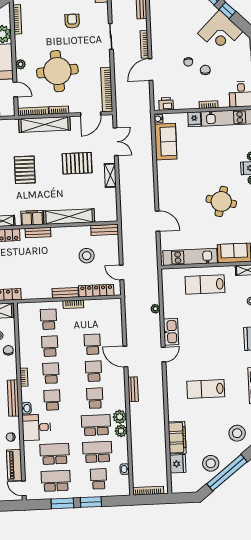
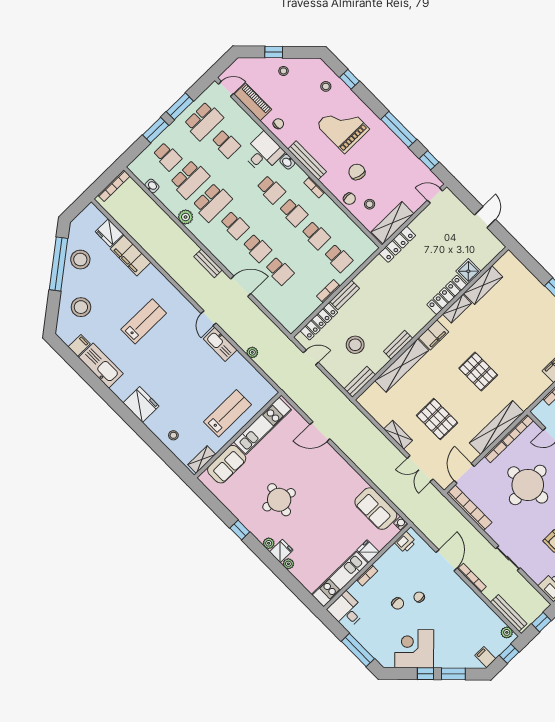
pallet: (77, 163) -> (437, 419), turned 90
bench: (38, 233) -> (398, 345), moved
plant: (120, 417) -> (198, 228), removed
school desk: (55, 454) -> (226, 144), width x0.54

